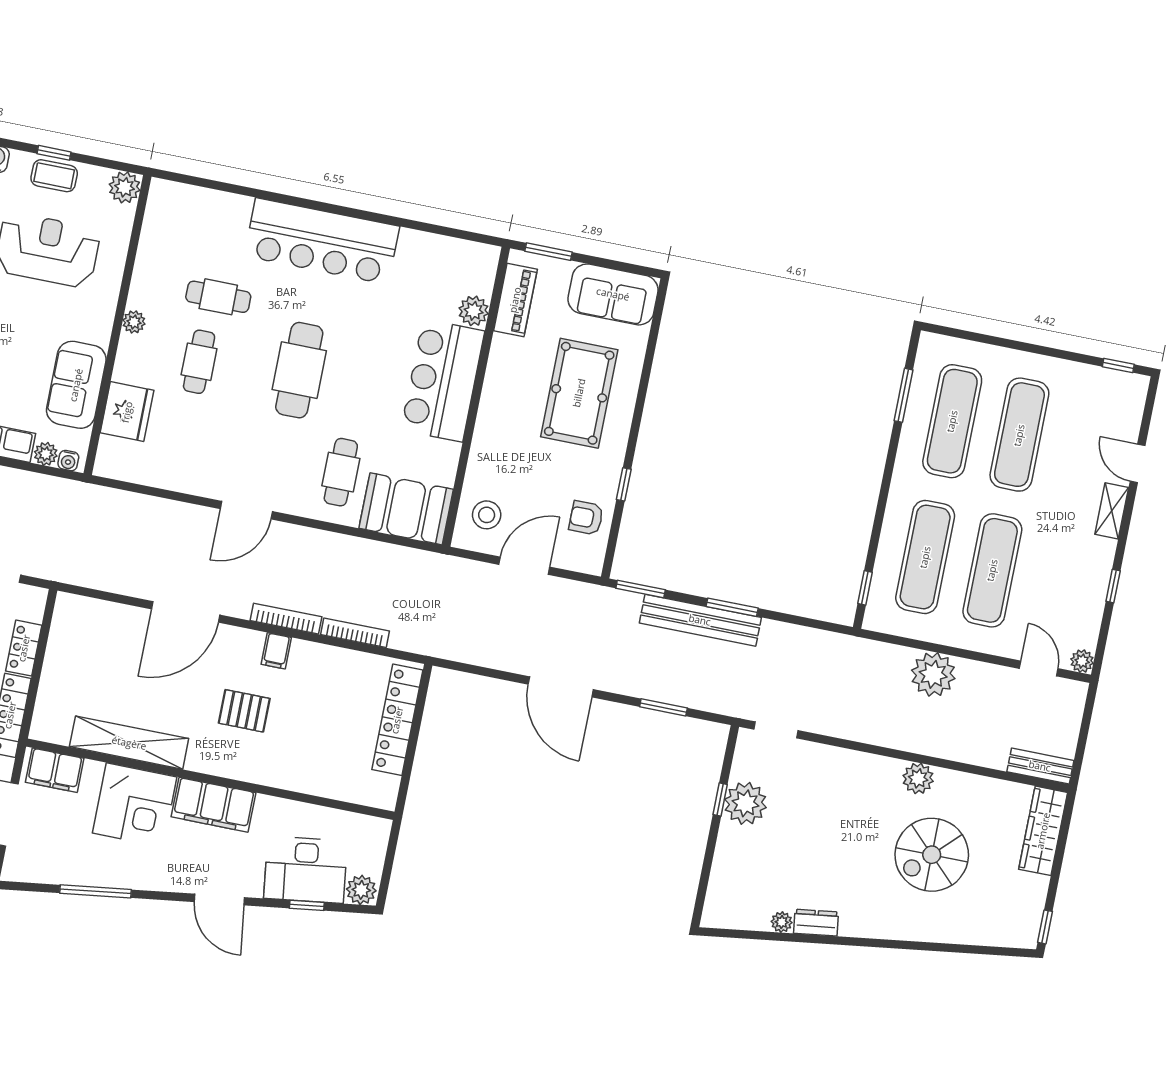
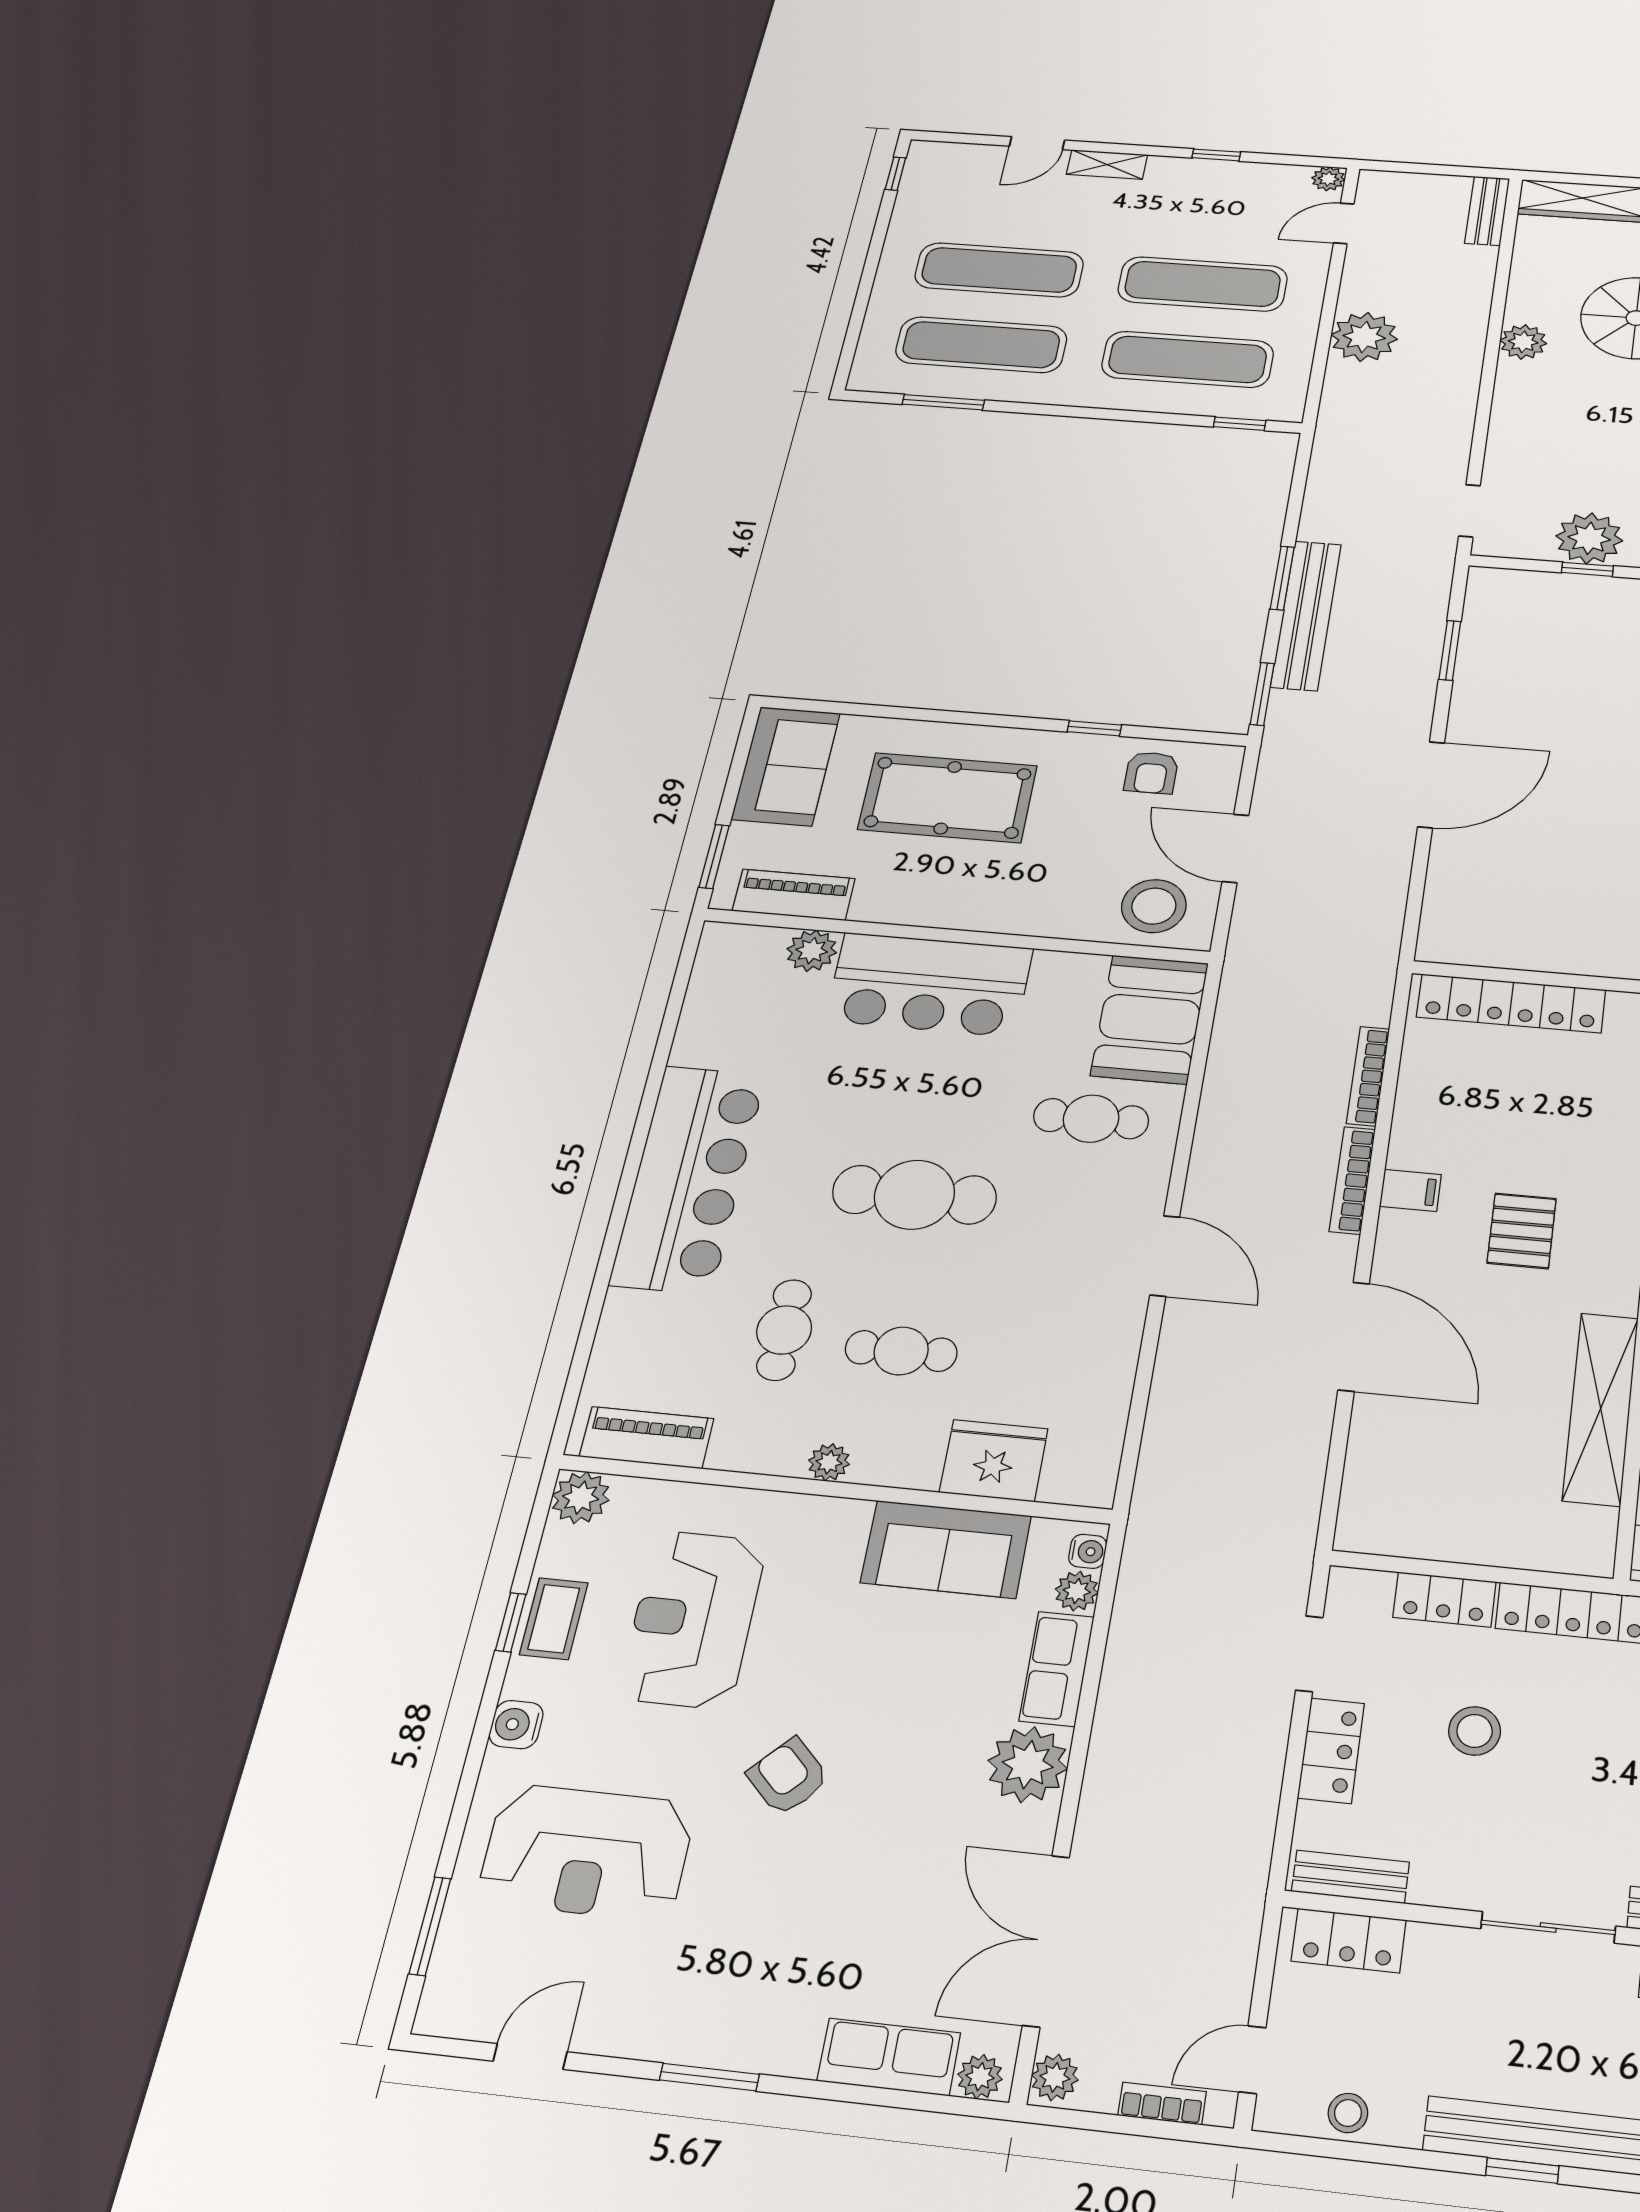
piano: (158, 222) -> (647, 1438), added
stool: (487, 515) -> (1154, 906), width x1.38, depth x1.38

